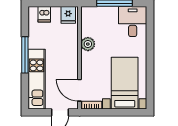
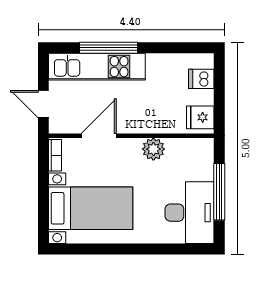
desk: (133, 22) -> (190, 213), width x1.37
window: (25, 55) -> (108, 48), moved
door: (80, 90) -> (99, 136), moved

